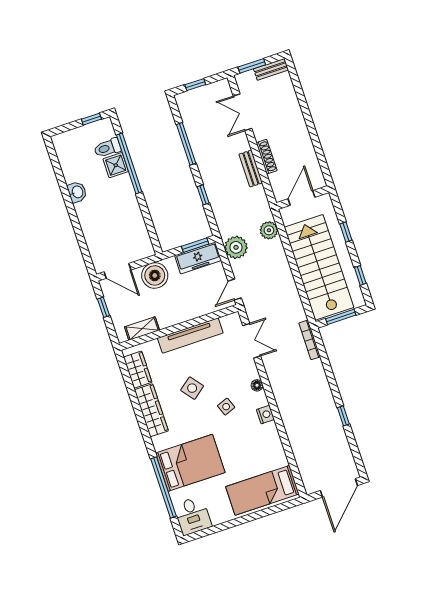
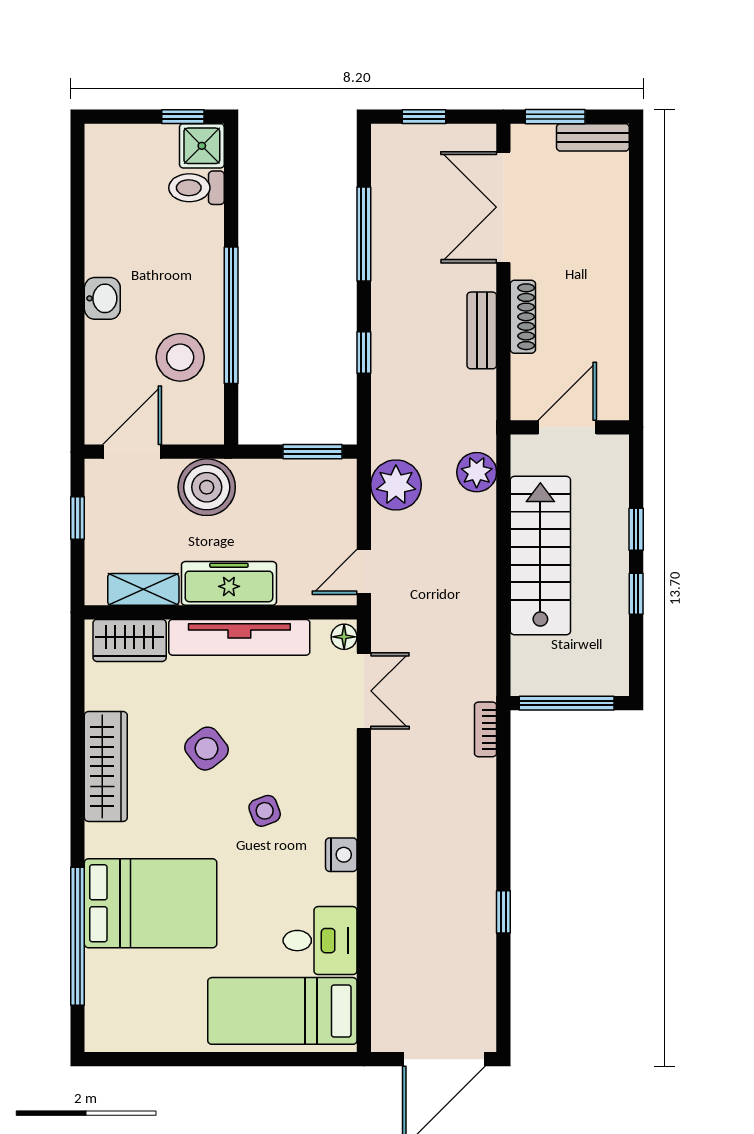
double door: (242, 112) -> (503, 207), width x1.37
window: (129, 163) -> (231, 315), moved
shower: (116, 165) -> (202, 146), moved
washbasin: (77, 192) -> (102, 298), moved
stool: (125, 223) -> (180, 357), added
freezer: (198, 258) -> (229, 583), moved, turned 180
stairs: (319, 267) -> (540, 556), width x0.73, depth x0.66
door: (117, 271) -> (132, 452), swing flipped
window: (360, 275) -> (636, 594), moved
window: (341, 317) -> (567, 703), width x1.44
bookcase: (310, 340) -> (485, 729), width x0.64
wardrobe: (138, 370) -> (130, 640), moved, turned 90
floor lamp: (257, 385) -> (344, 637), moved
desk: (192, 516) -> (320, 941), moved, turned -90

